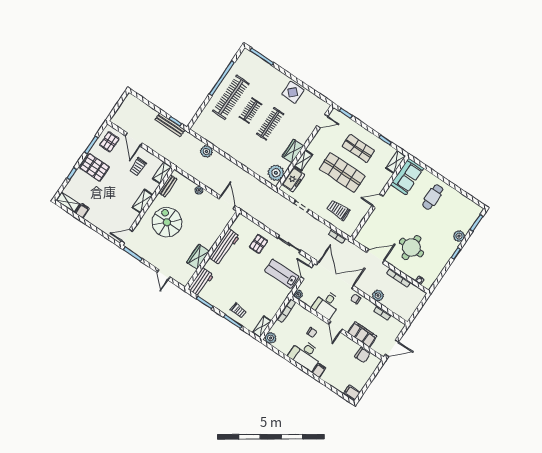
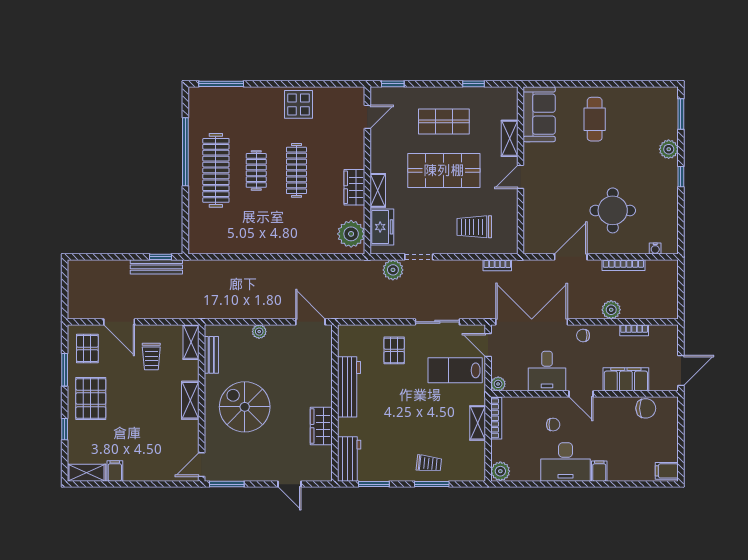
plant: (206, 151) -> (393, 270), moved
shelving: (396, 162) -> (510, 138), moved
pallet: (95, 167) -> (91, 399), turned 90
shelving: (262, 327) -> (478, 423), moved

